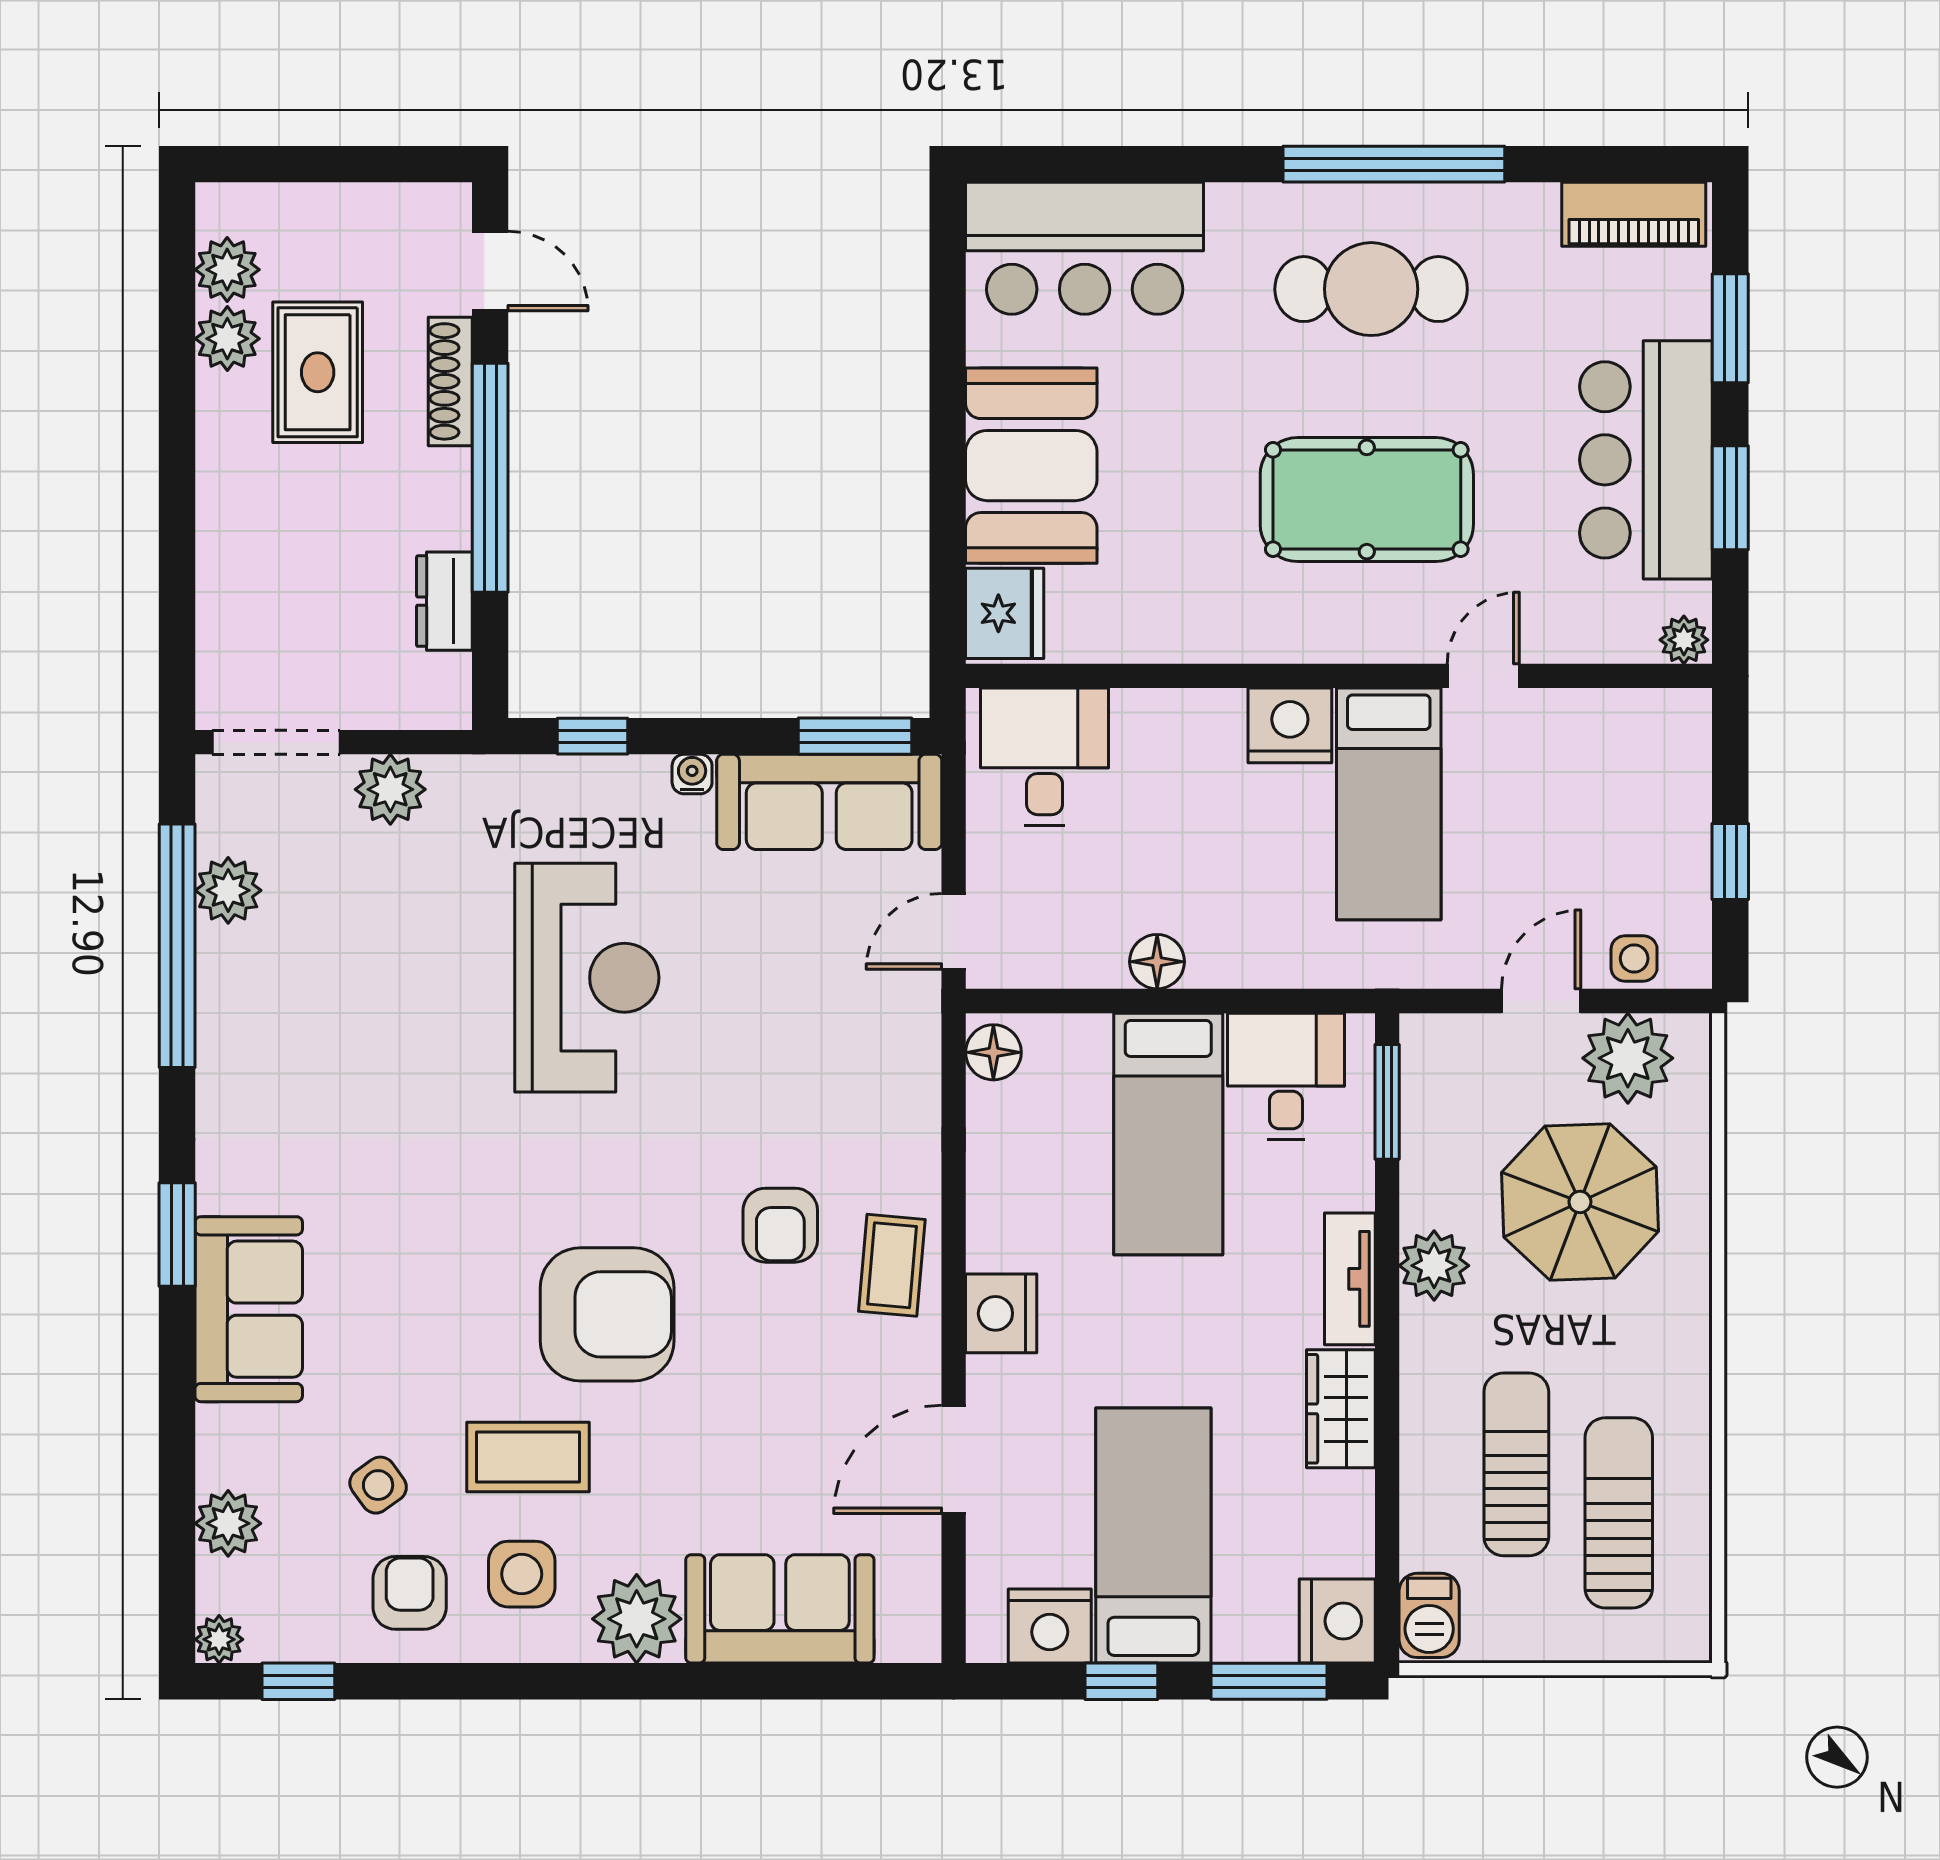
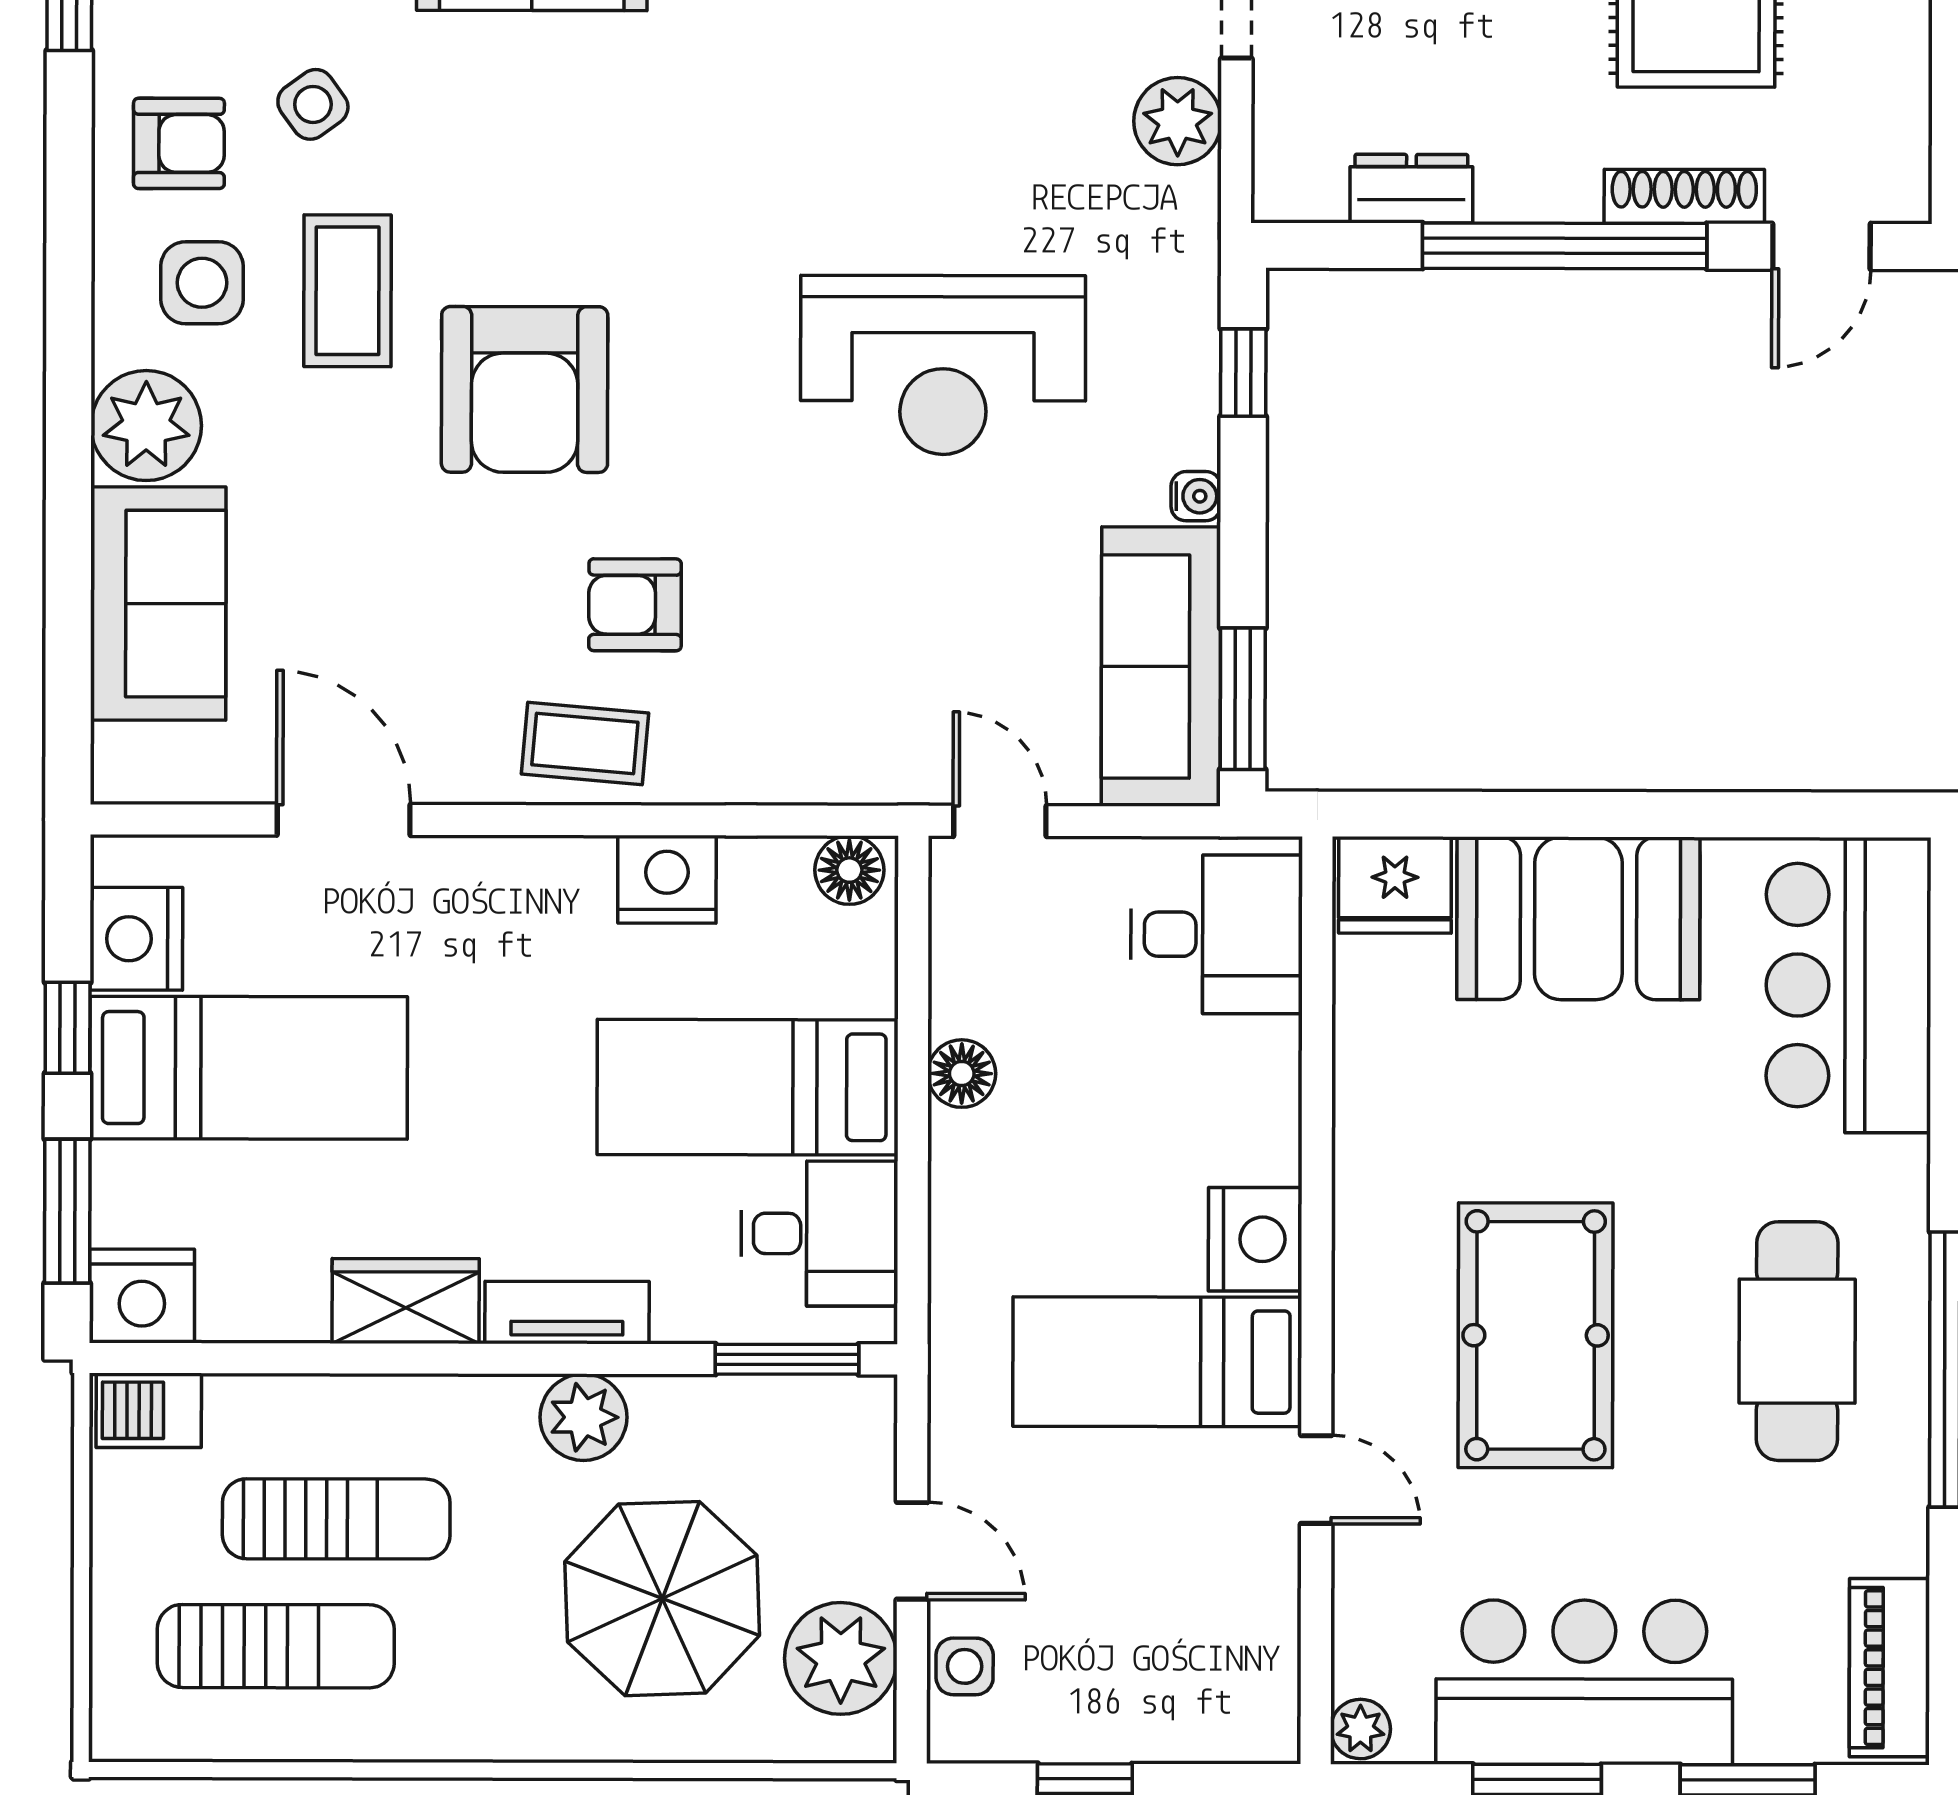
nightstand: (1001, 1313) -> (667, 879), moved

